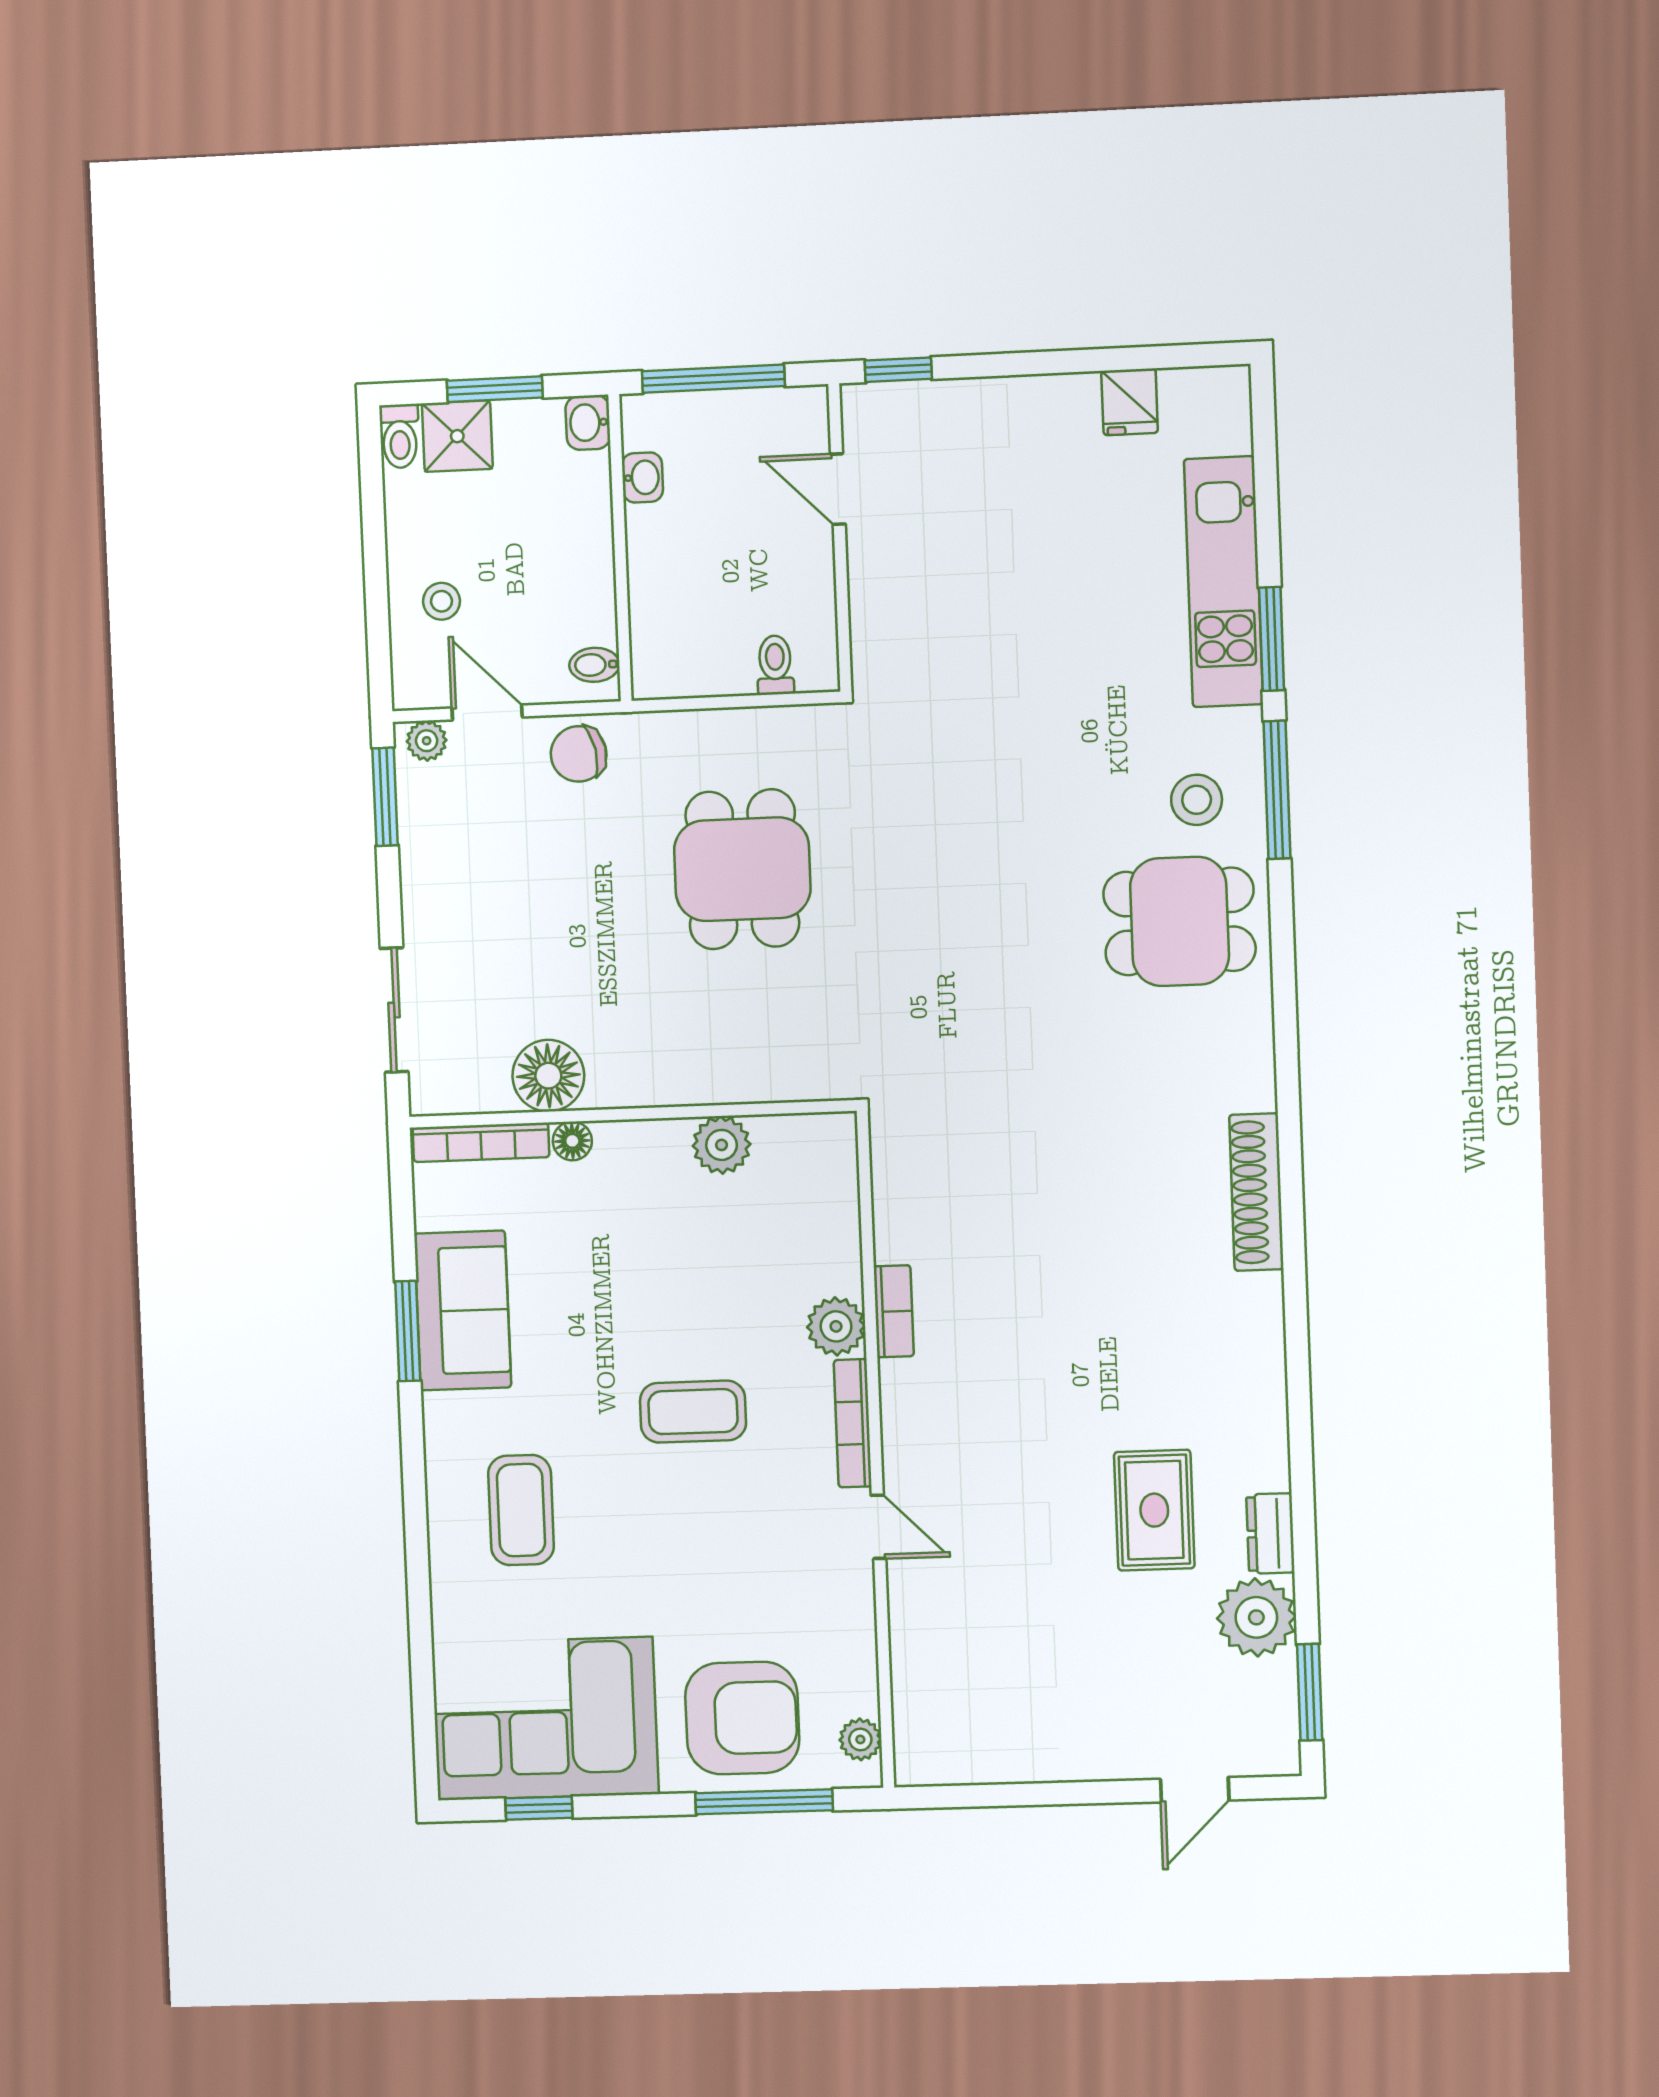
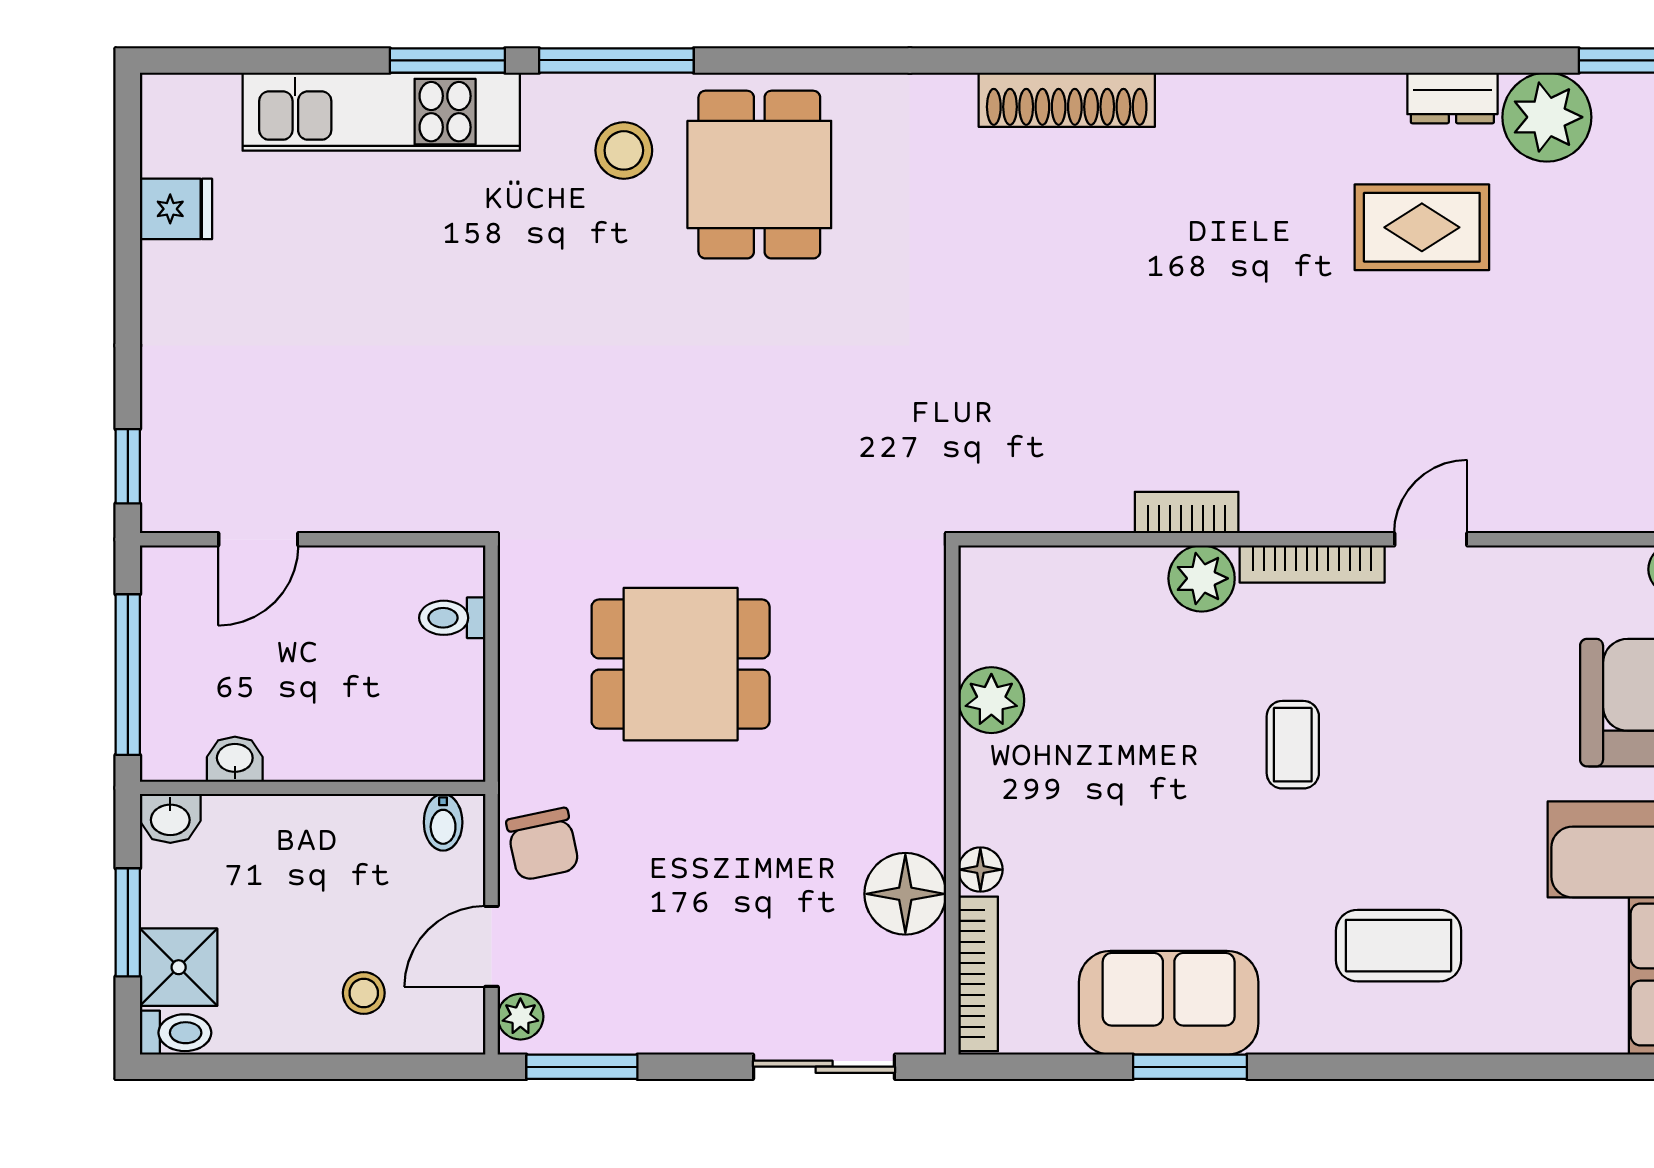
coffee table: (693, 1412) -> (1293, 745), width x0.73, depth x0.77

